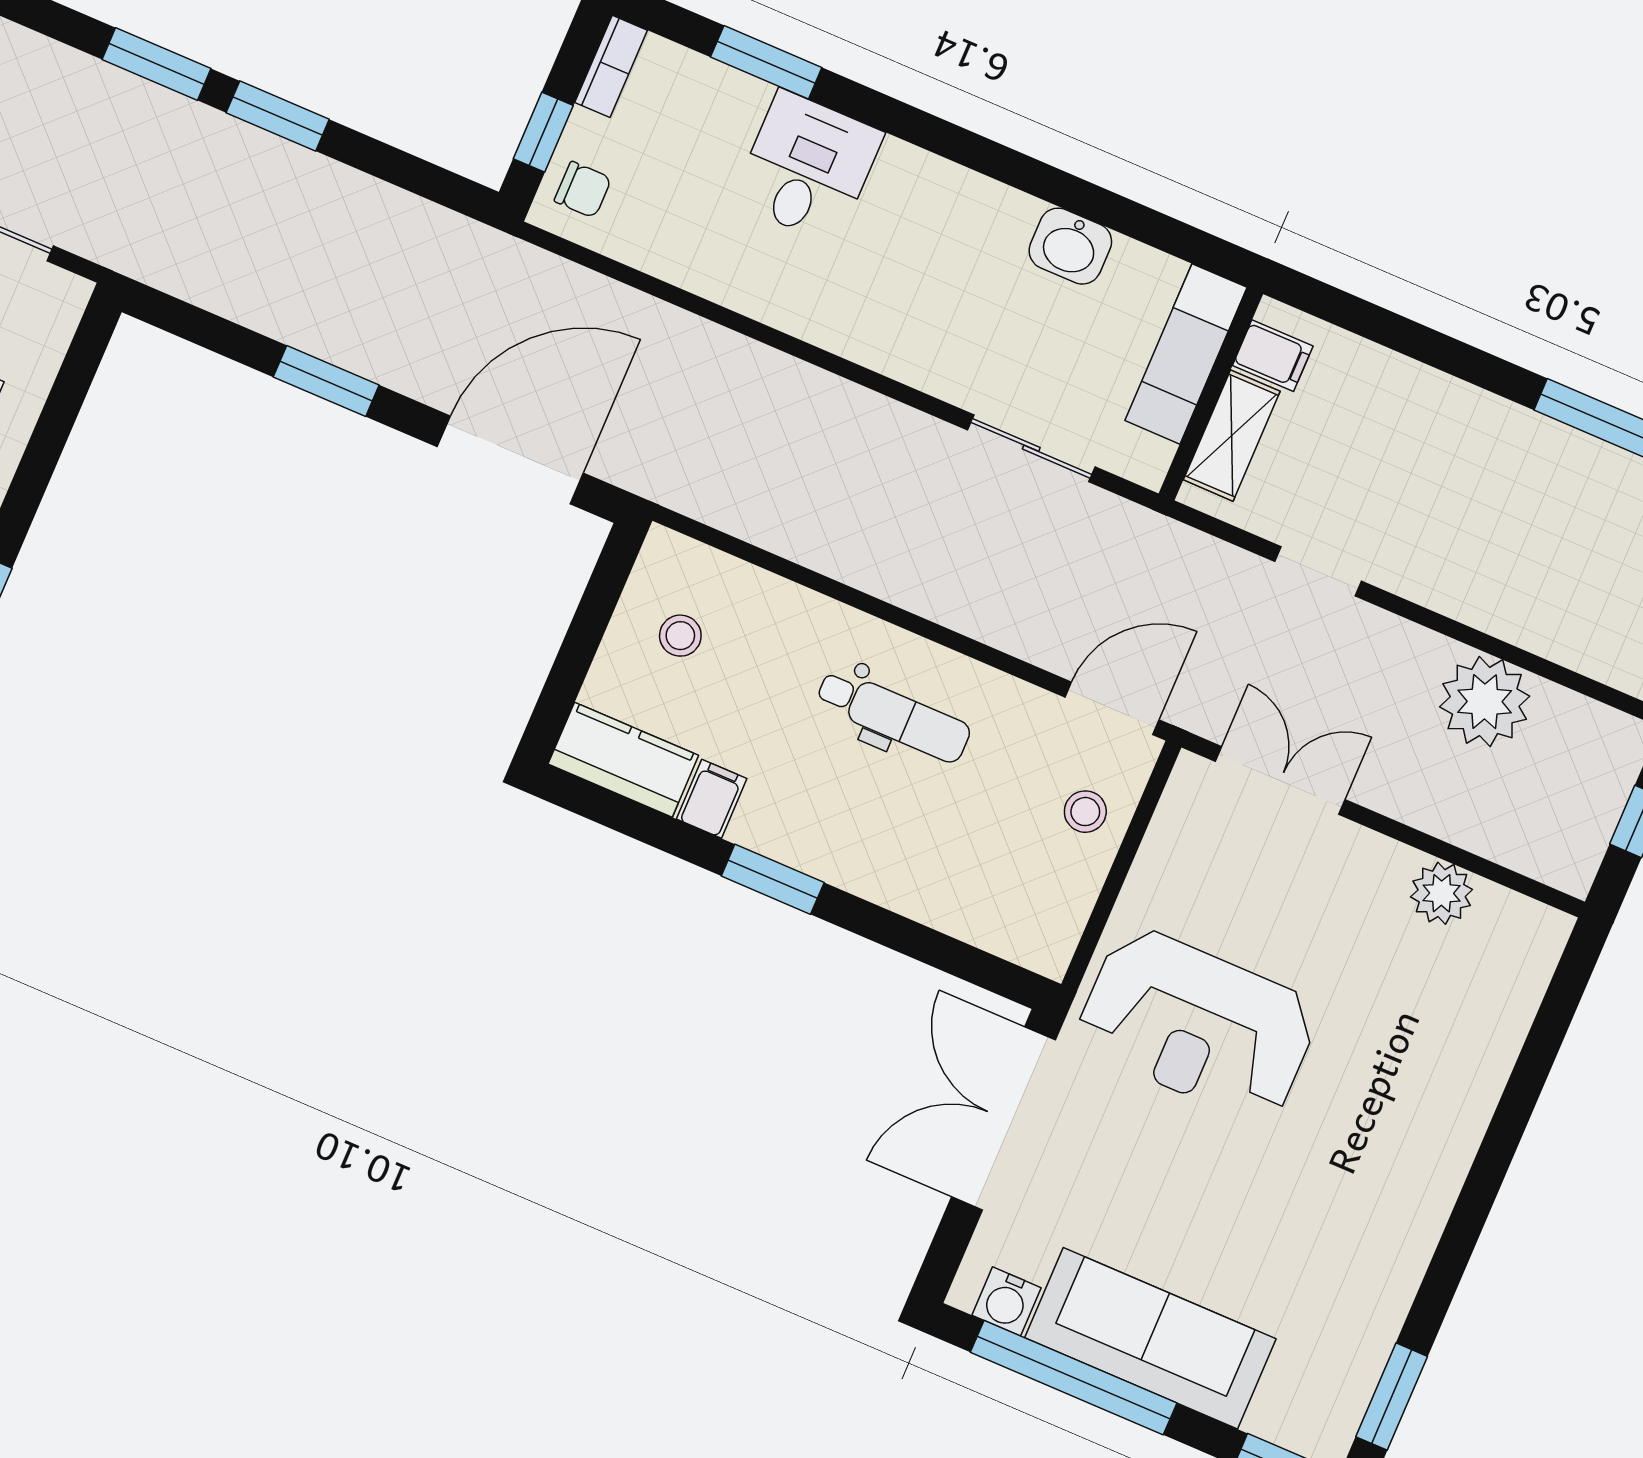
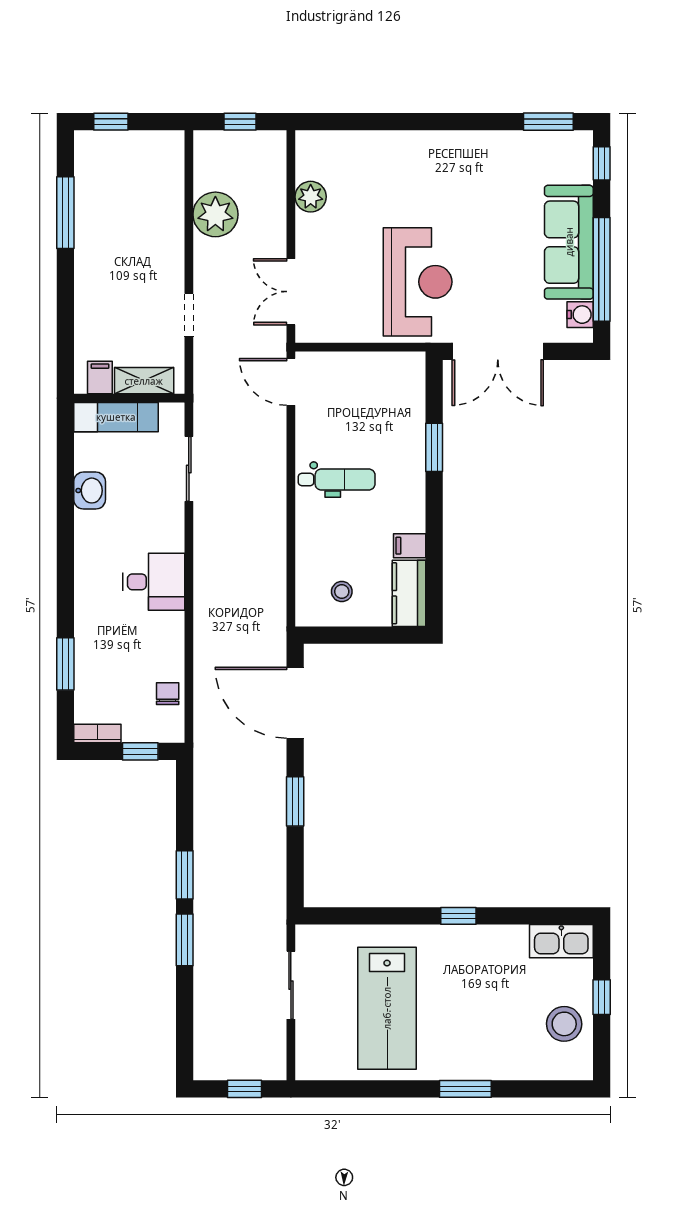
desk: (808, 167) -> (154, 582), moved, turned 180
chair: (583, 190) -> (168, 694), moved
dental chair: (893, 716) -> (337, 480), turned 90
stool: (1085, 812) -> (343, 374), removed
window: (773, 879) -> (434, 447), moved

